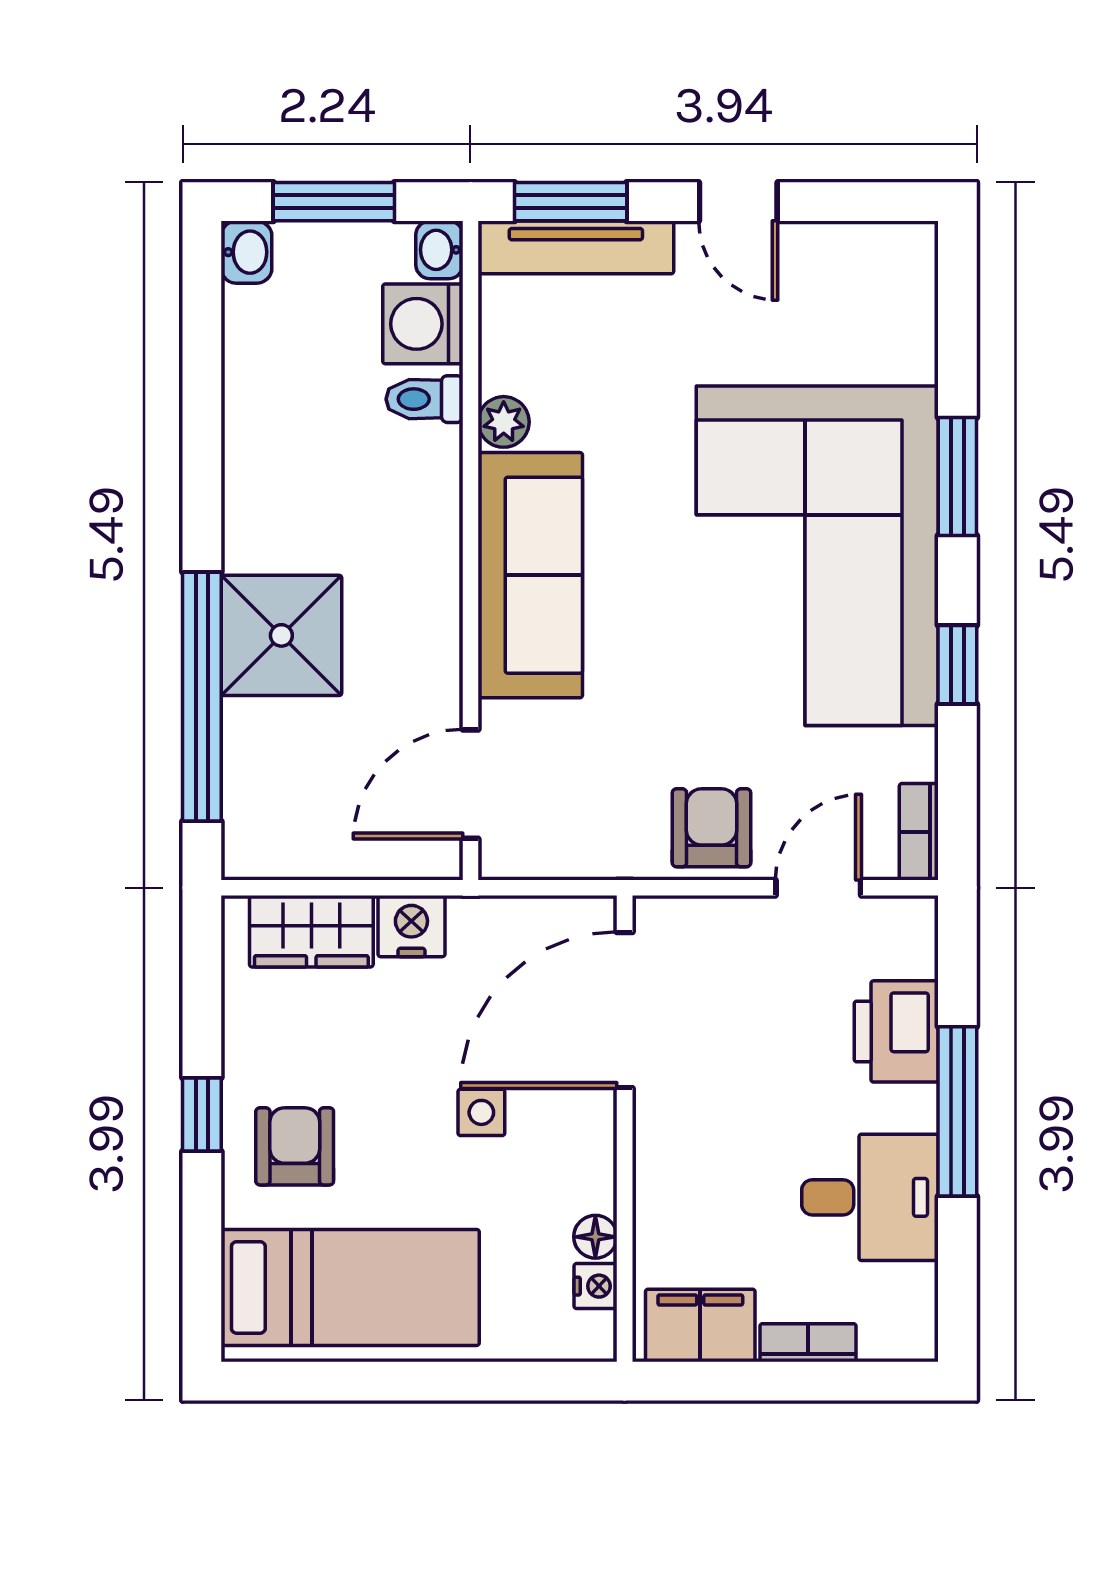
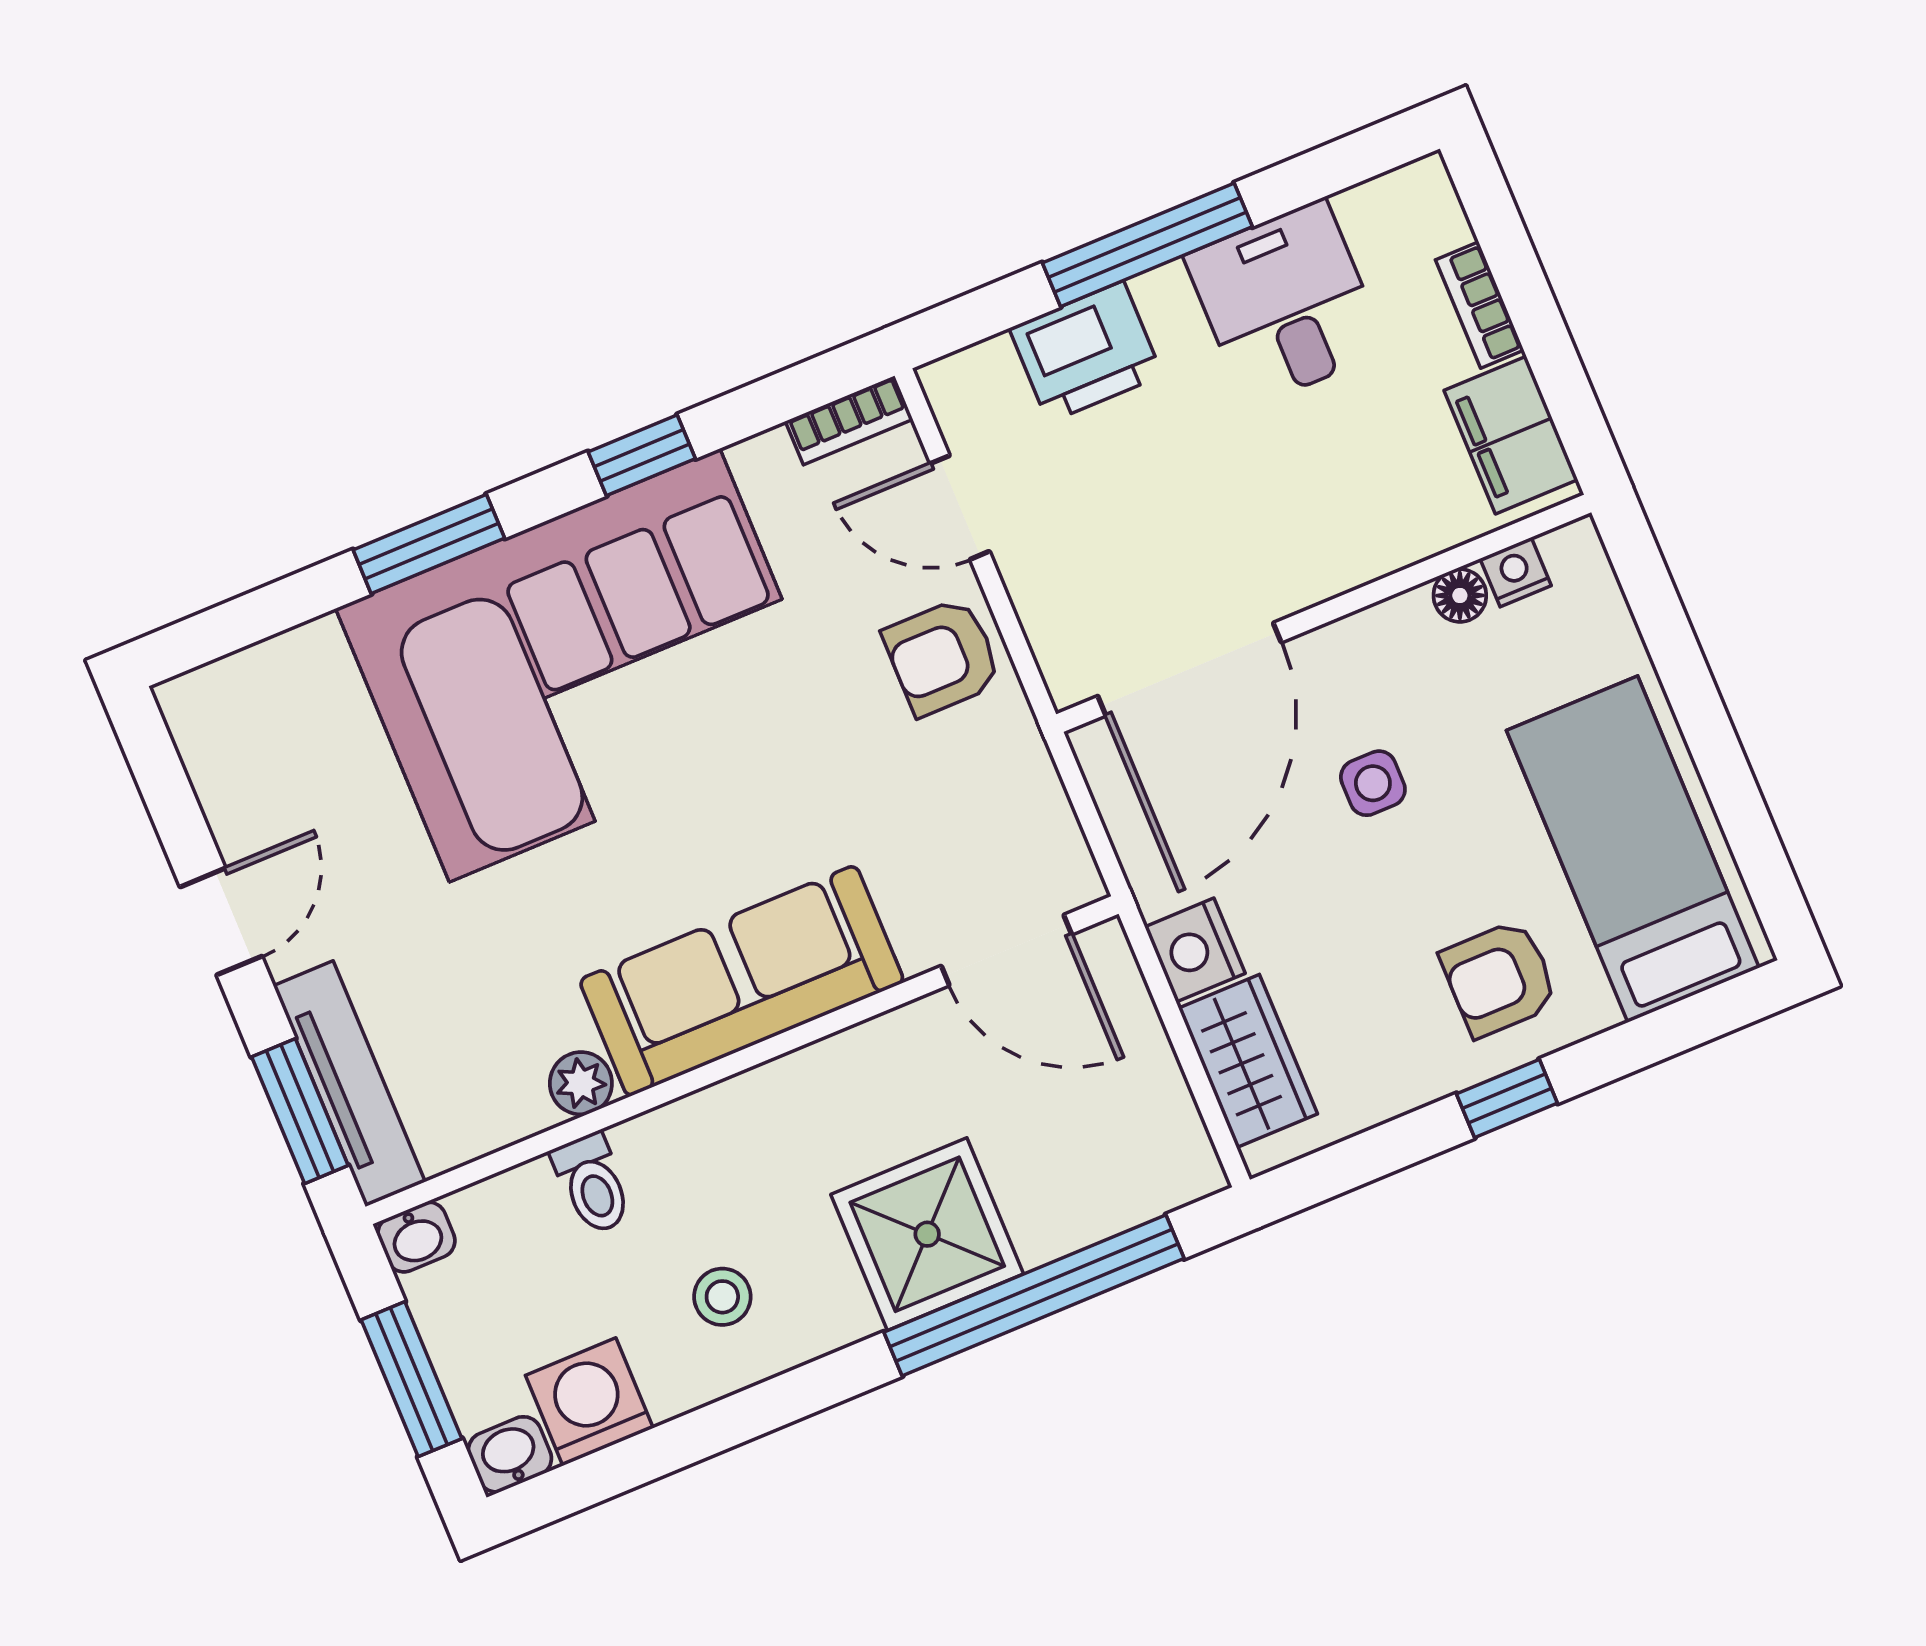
washing machine: (423, 324) -> (589, 1402), moved, turned 180
stool: (299, 462) -> (722, 1297), added
door: (625, 1010) -> (1190, 669), hinge flipped

